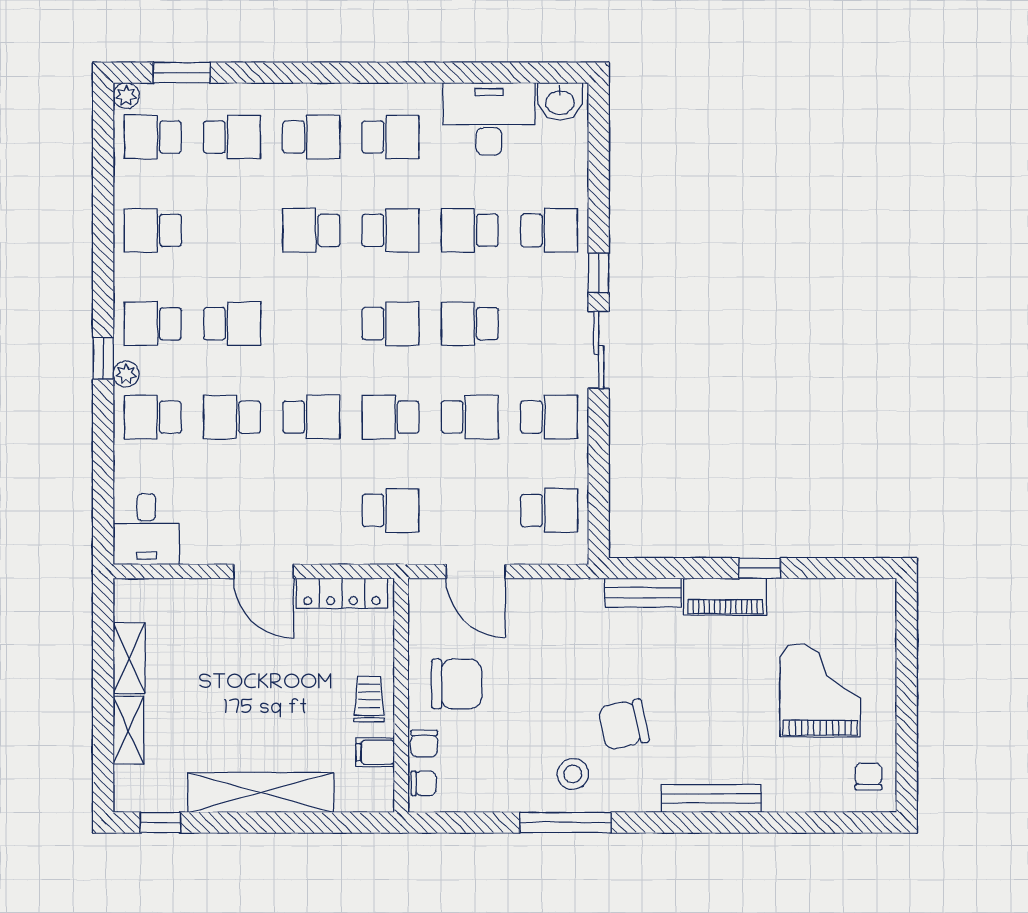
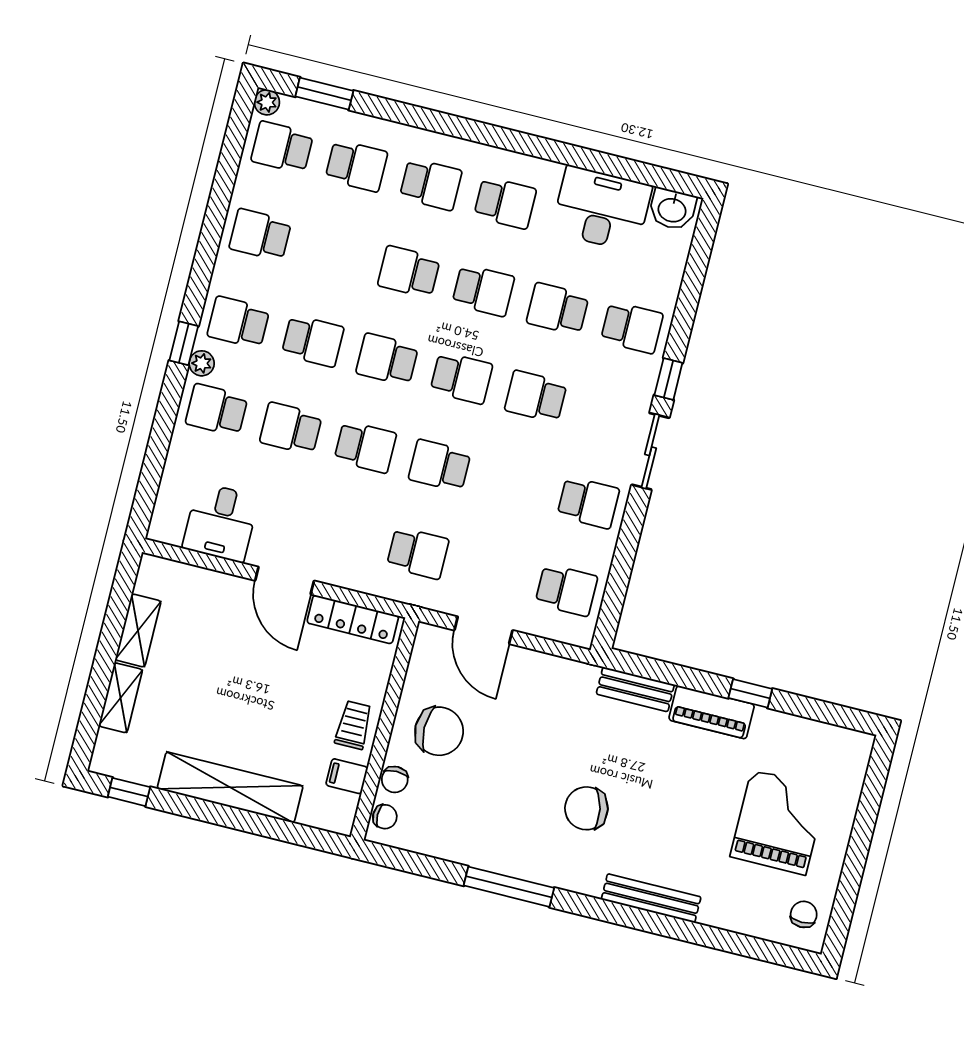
school desk: (470, 417) -> (387, 359), moved, turned 180
desk: (146, 529) -> (221, 523), moved
stool: (573, 774) -> (527, 843), removed

